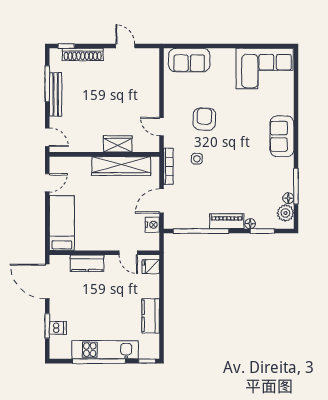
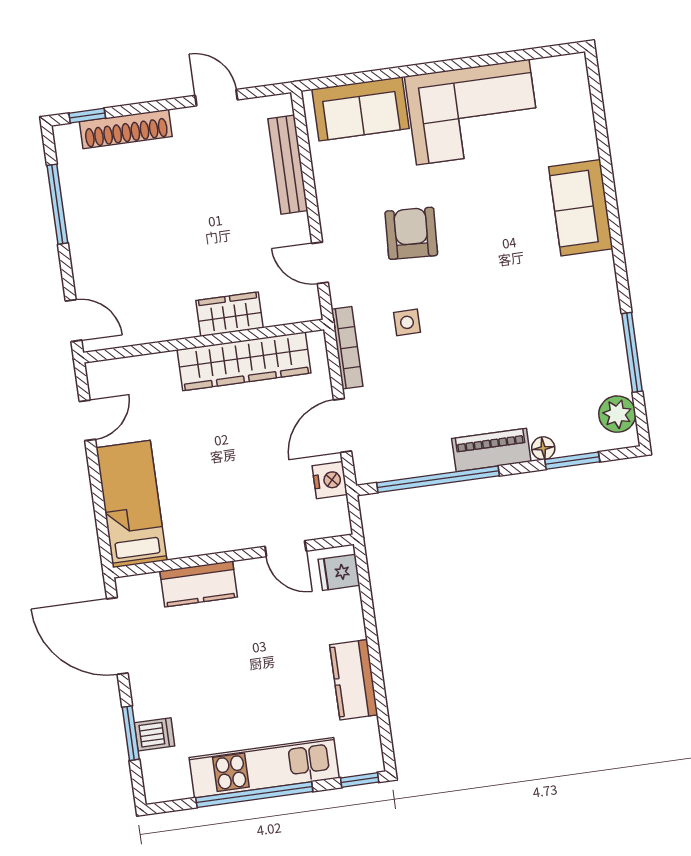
corner sofa: (265, 68) -> (473, 112), moved
bench: (56, 94) -> (288, 165), moved
sofa: (282, 136) -> (581, 208), moved
floor lamp: (288, 198) -> (619, 381), removed

